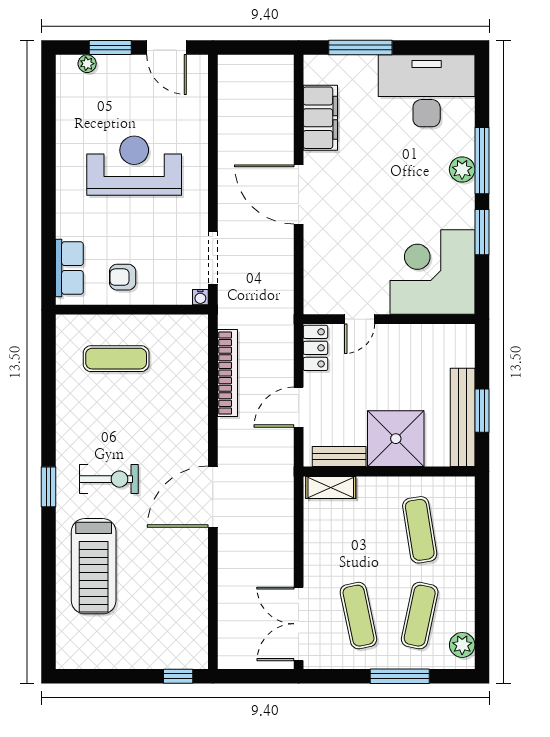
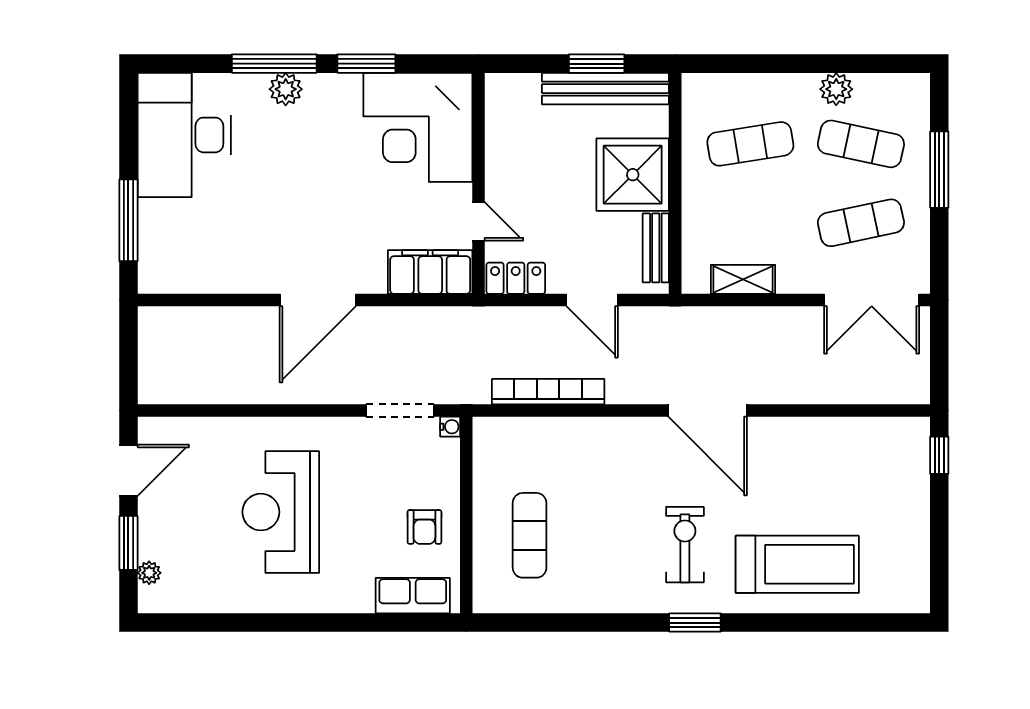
filing cabinet: (320, 118) -> (430, 272), moved
shelving: (331, 487) -> (743, 279), moved, turned 90
plant: (462, 645) -> (836, 89), moved

